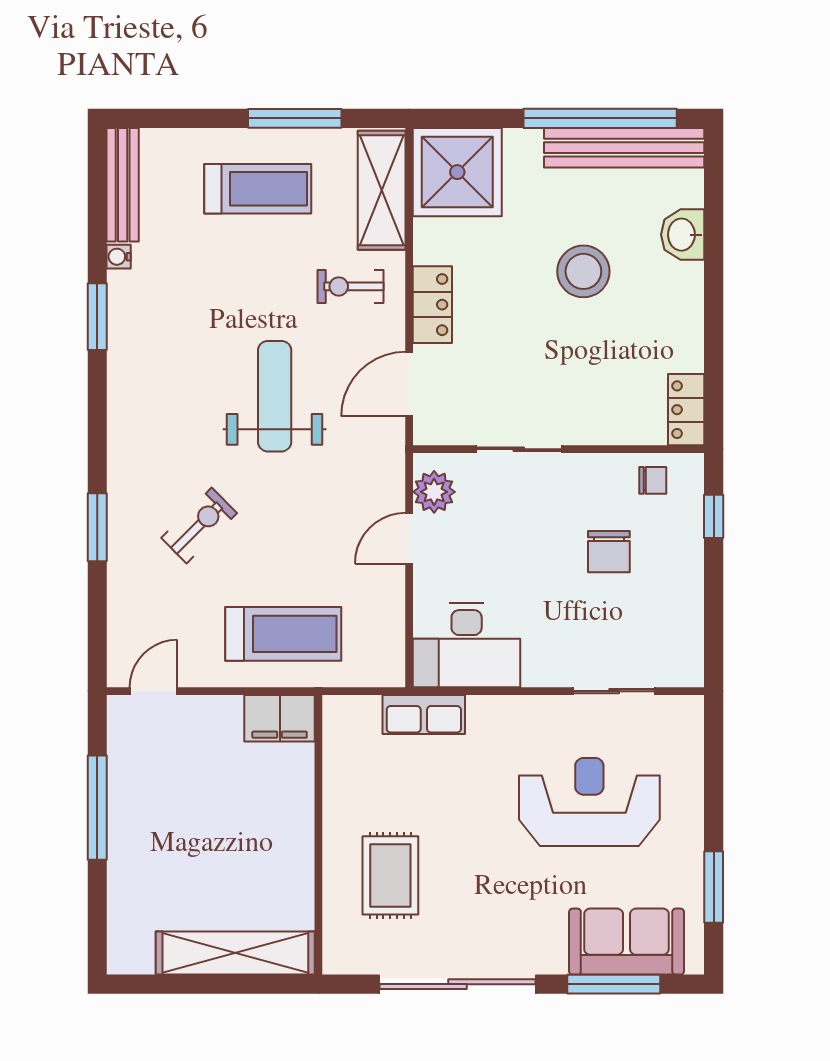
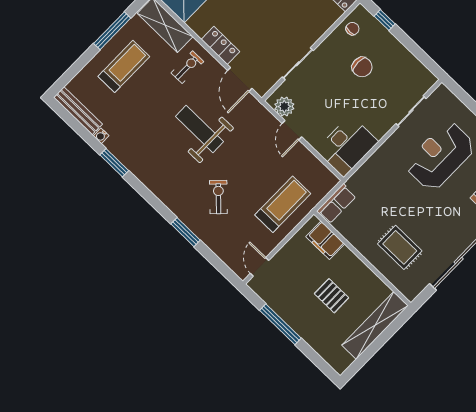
exercise bike: (351, 286) -> (187, 67), turned 180
row of seats: (424, 715) -> (336, 204), moved
filing cabinet: (280, 718) -> (325, 240), moved, turned 90
pallet: (216, 843) -> (332, 296), added

